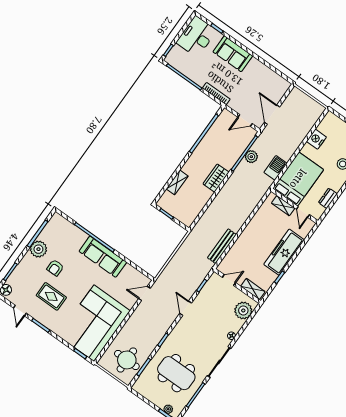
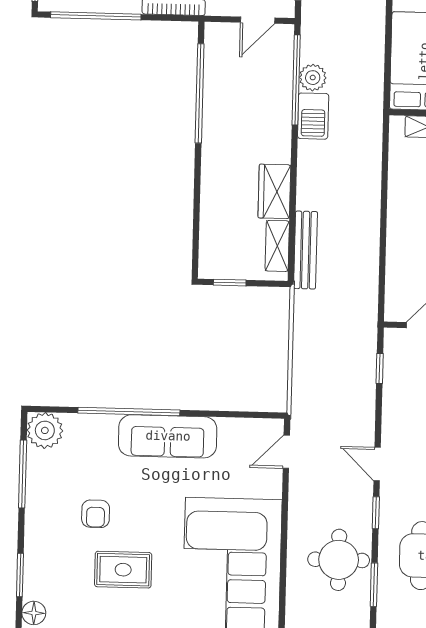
barbecue: (276, 168) -> (313, 116), moved, turned 180
wardrobe: (216, 178) -> (274, 191), moved
shelving: (177, 182) -> (277, 246), moved
bench: (222, 246) -> (306, 250), moved
plant: (38, 249) -> (45, 430), moved
door: (186, 308) -> (377, 464), moved
round table: (127, 360) -> (339, 560), moved

